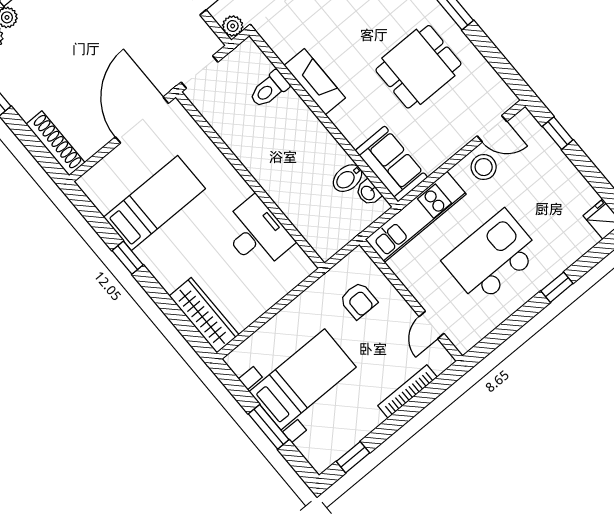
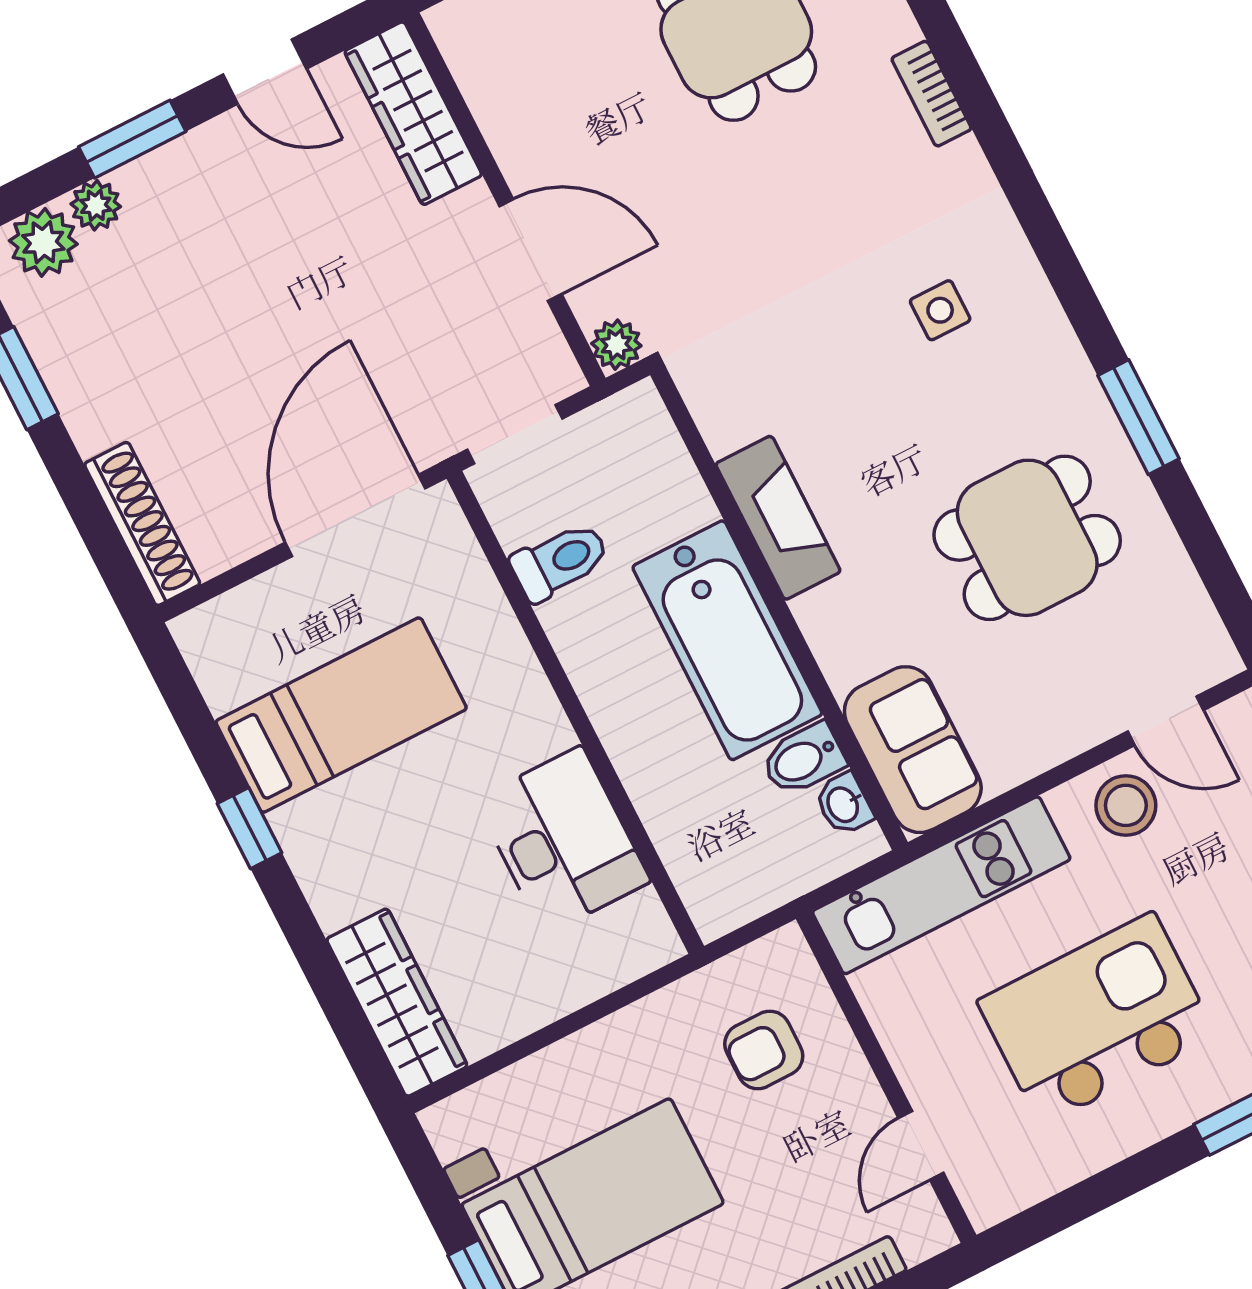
toilet: (269, 89) -> (560, 561), moved, turned 180
bathtub: (305, 137) -> (727, 640), added
armchair: (358, 301) -> (764, 1050), turned 90

